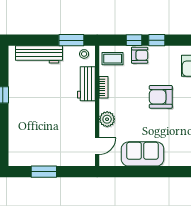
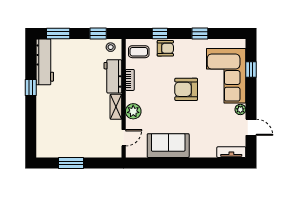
window: (31, 40) -> (58, 33), added
window: (71, 40) -> (98, 33), width x0.67
window: (157, 40) -> (200, 33), moved
workbench: (39, 54) -> (45, 62), moved, turned -90
shelving: (89, 115) -> (116, 107), added

